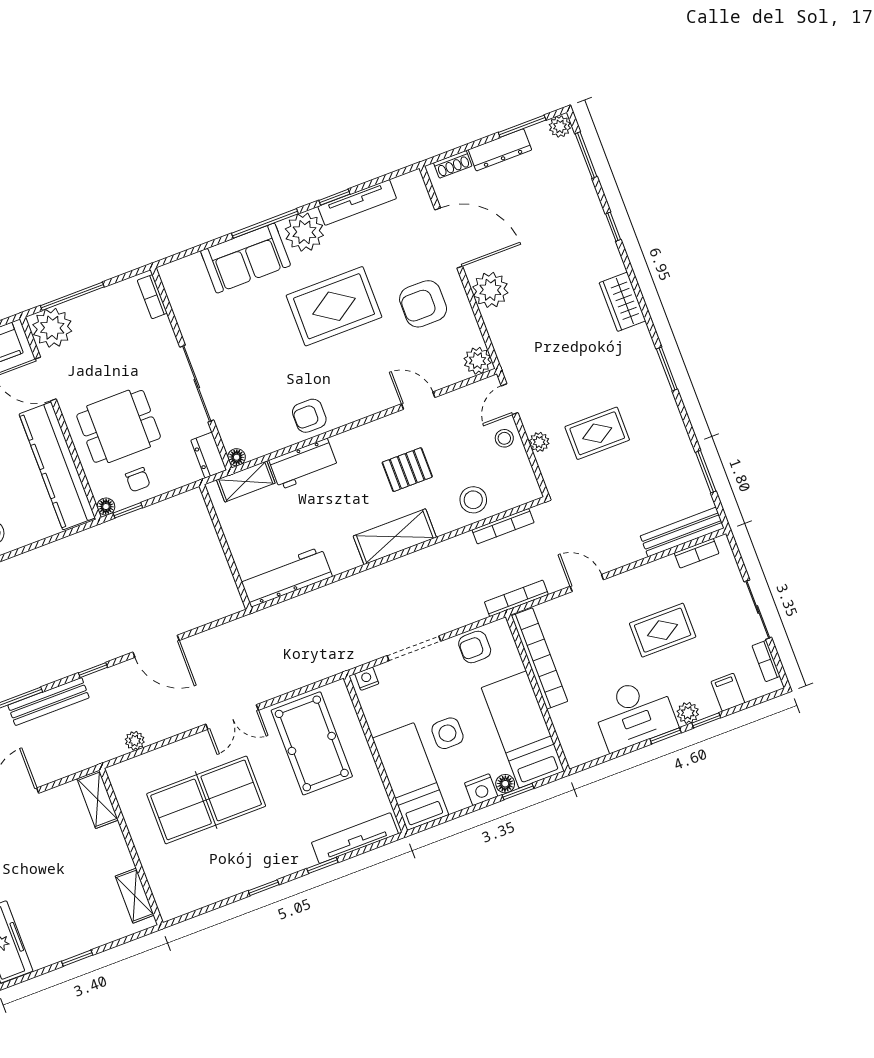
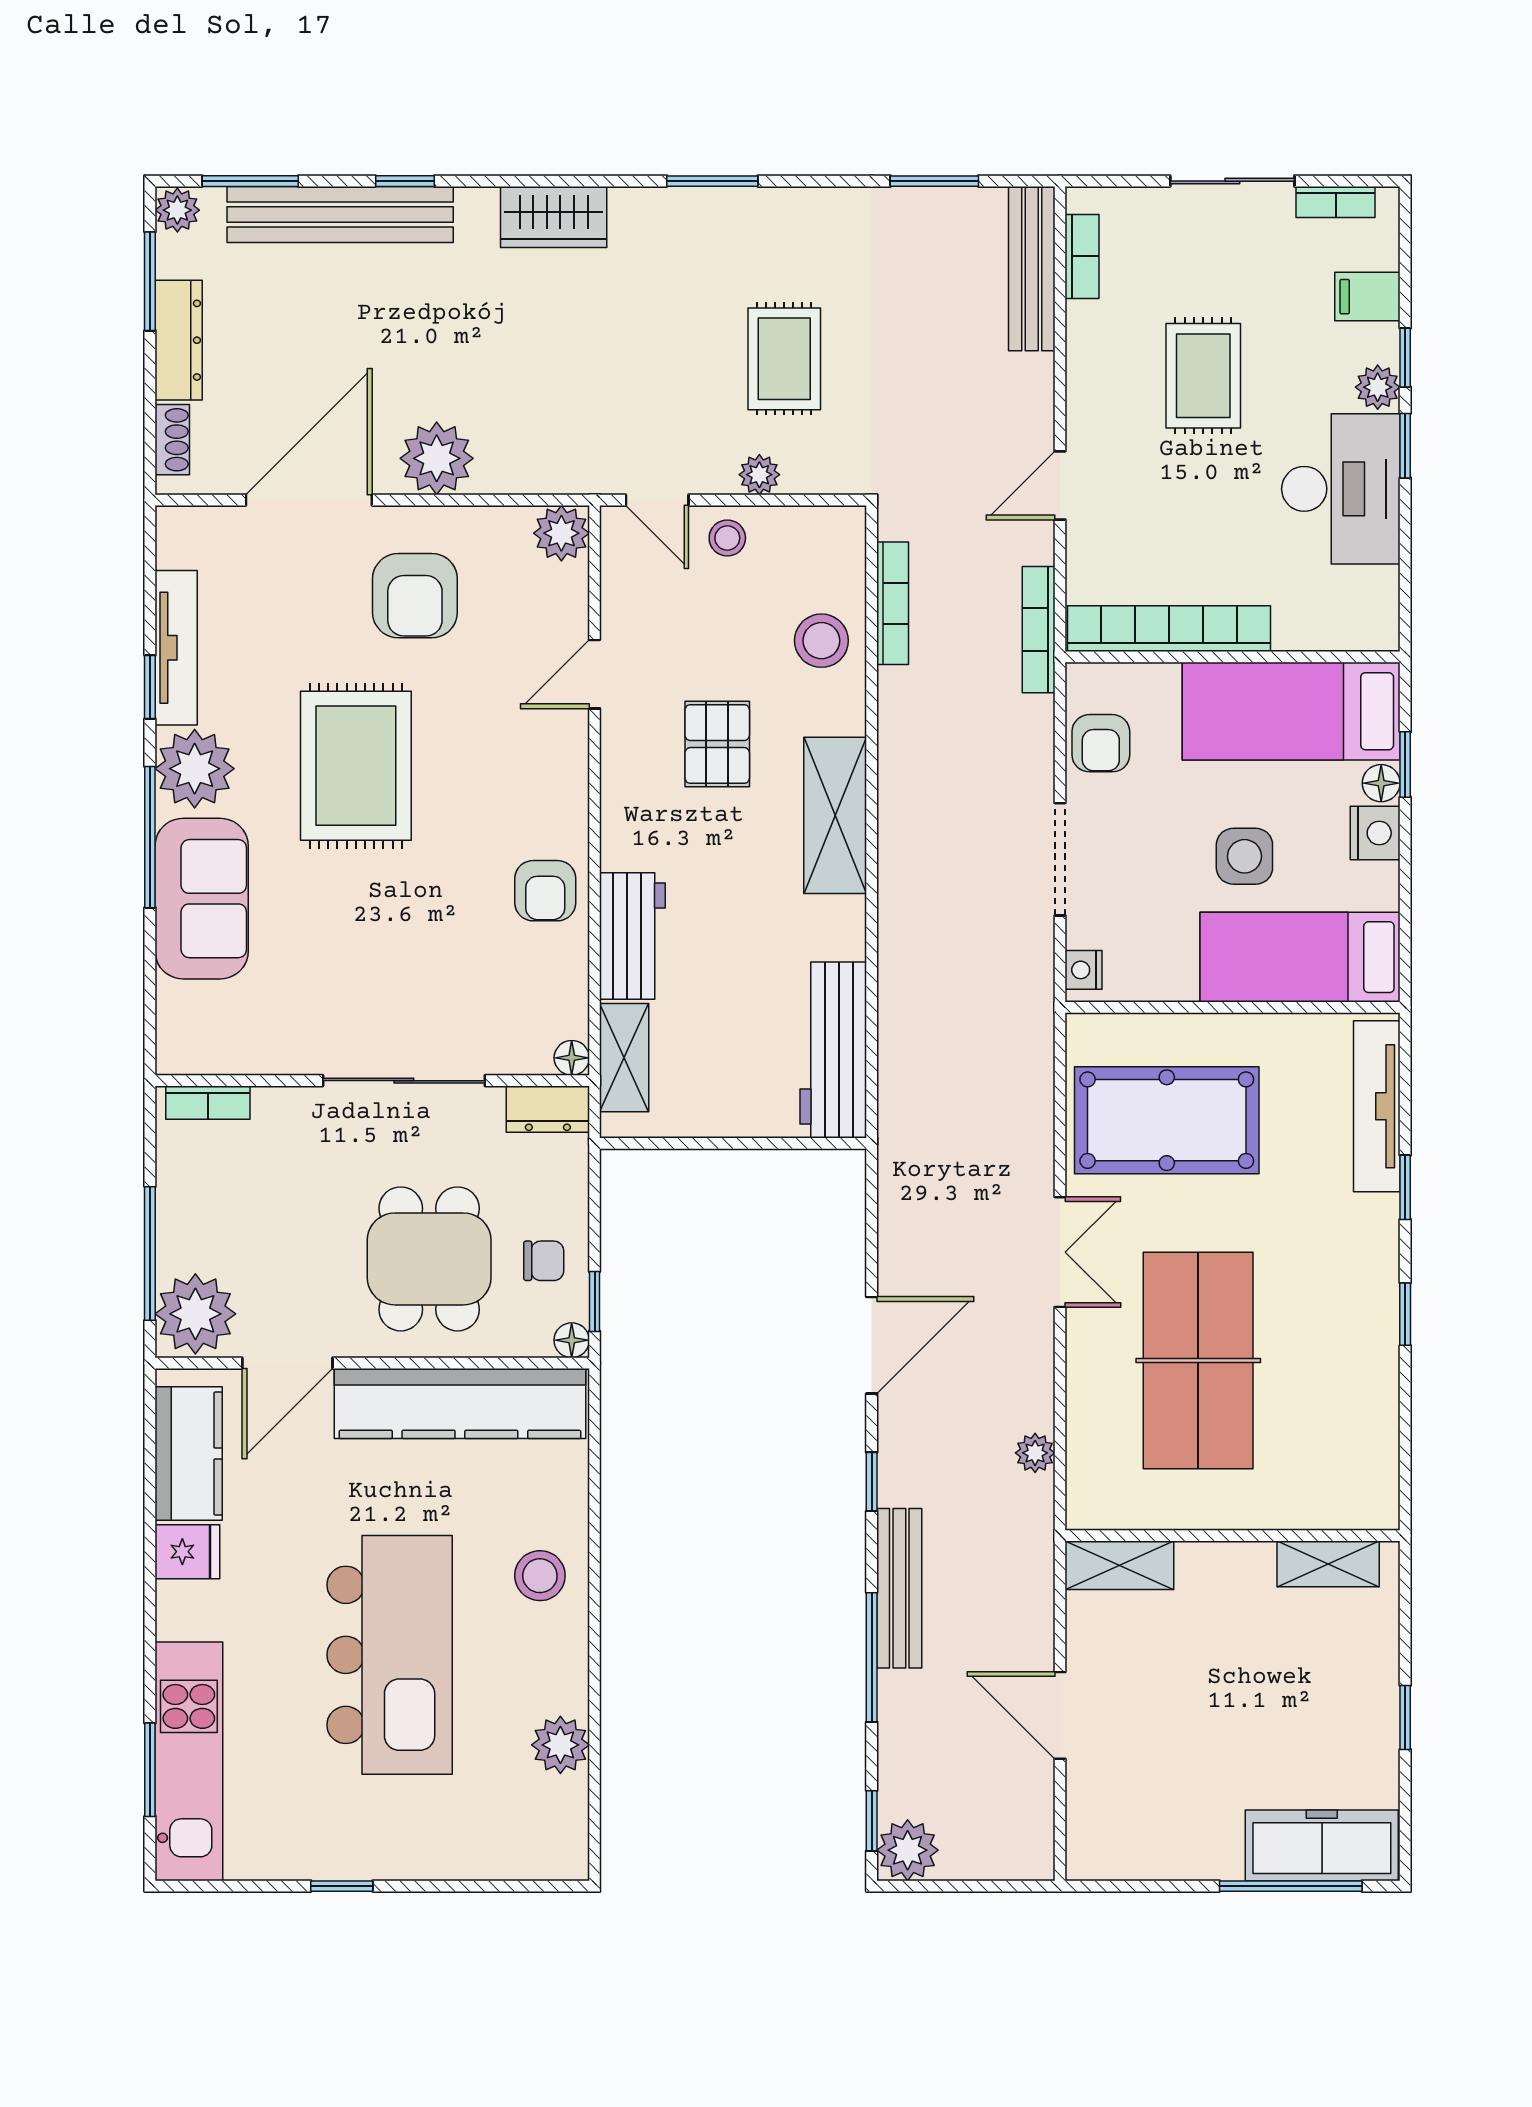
bench: (586, 203) -> (340, 214), added

